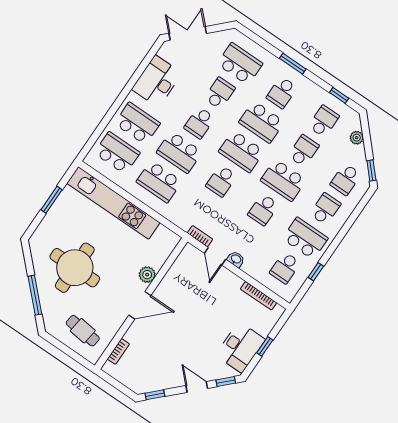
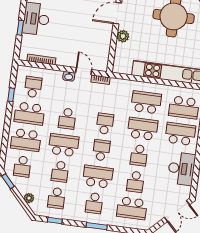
school desk: (282, 92) -> (94, 203), turned 180
school desk: (137, 123) -> (180, 134), turned 180
school desk: (199, 123) -> (139, 155), turned 180
school desk: (241, 151) -> (101, 150), width x0.54
school desk: (346, 179) -> (22, 166), turned 180
school desk: (325, 209) -> (26, 140), width x1.85
school desk: (263, 210) -> (67, 119), turned 180

